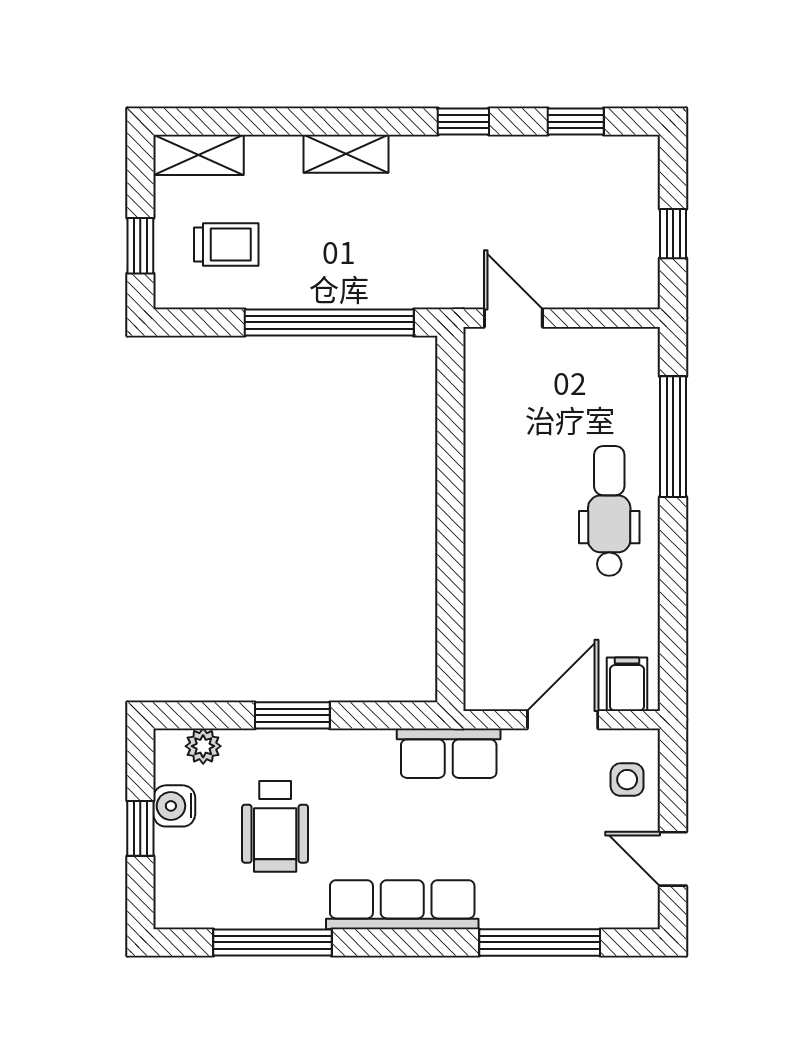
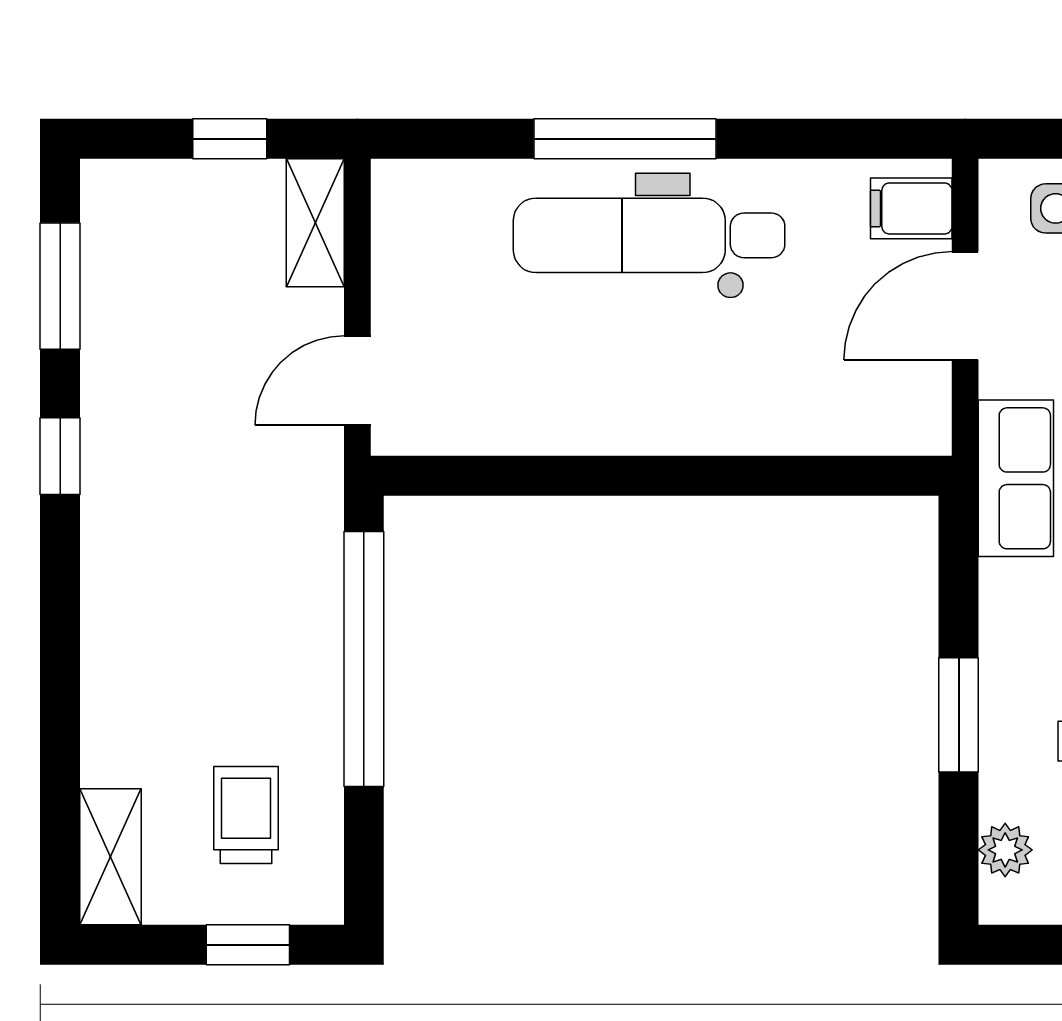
window: (576, 122) -> (60, 286), width x1.50
shelving: (346, 154) -> (315, 223), moved
window: (673, 437) -> (625, 139), moved
dental chair: (609, 511) -> (649, 235), width x1.36, depth x1.38
door: (563, 720) -> (965, 306), hinge flipped

